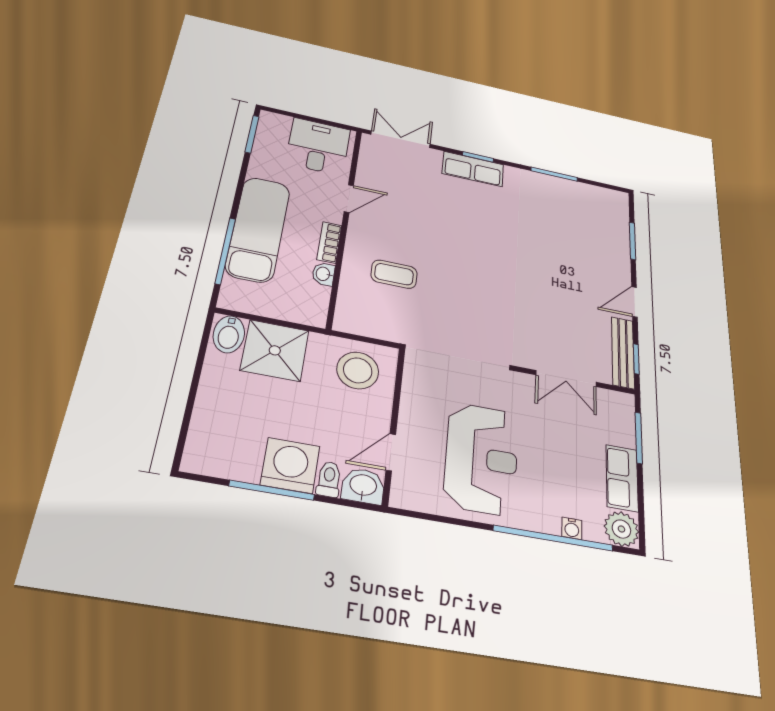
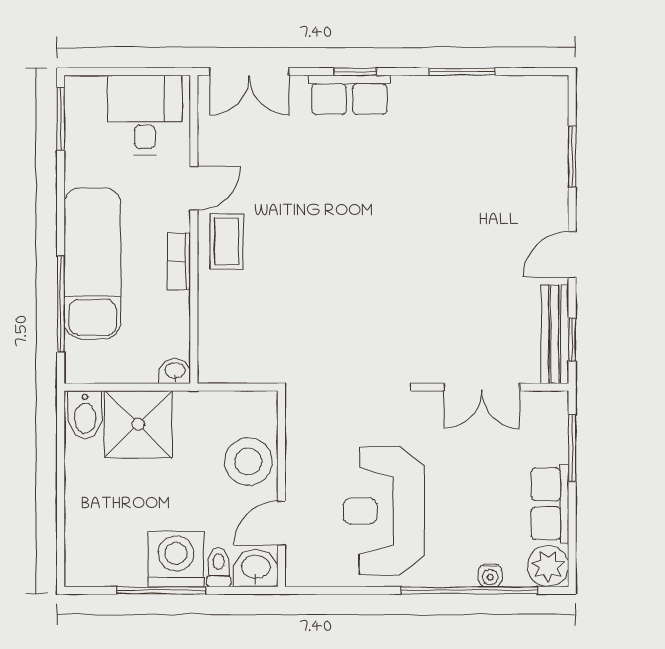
double door: (401, 139) -> (249, 72), swing flipped
washbasin: (323, 274) -> (175, 371), moved, turned 90
coffee table: (394, 274) -> (227, 242), moved, turned 90
stool: (358, 370) -> (248, 462), moved
reception desk: (481, 458) -> (384, 511), turned 180

